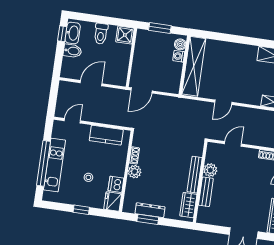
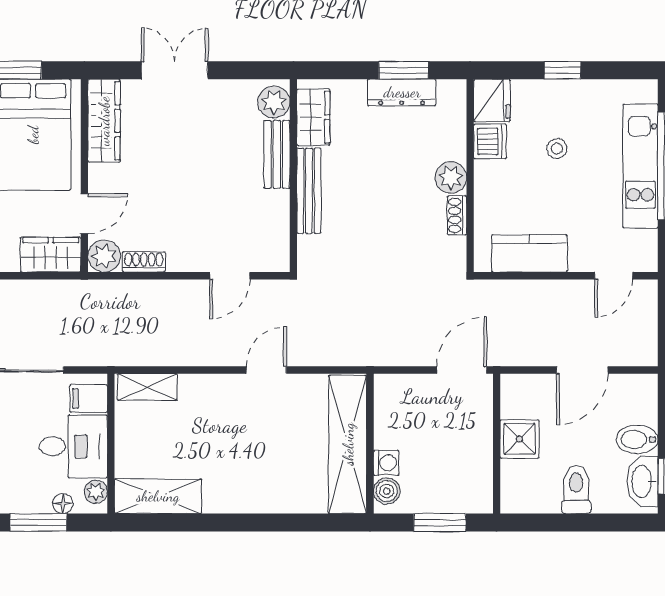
shower: (125, 35) -> (519, 439), moved
plant: (210, 170) -> (274, 102), moved

